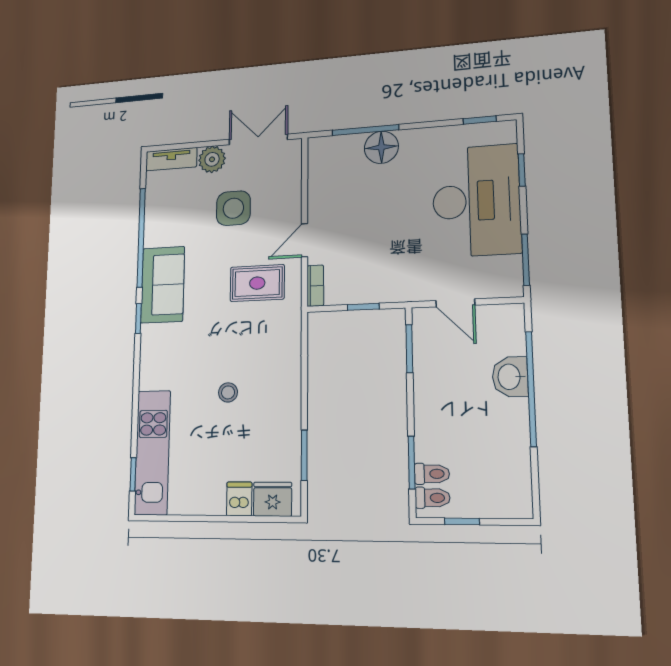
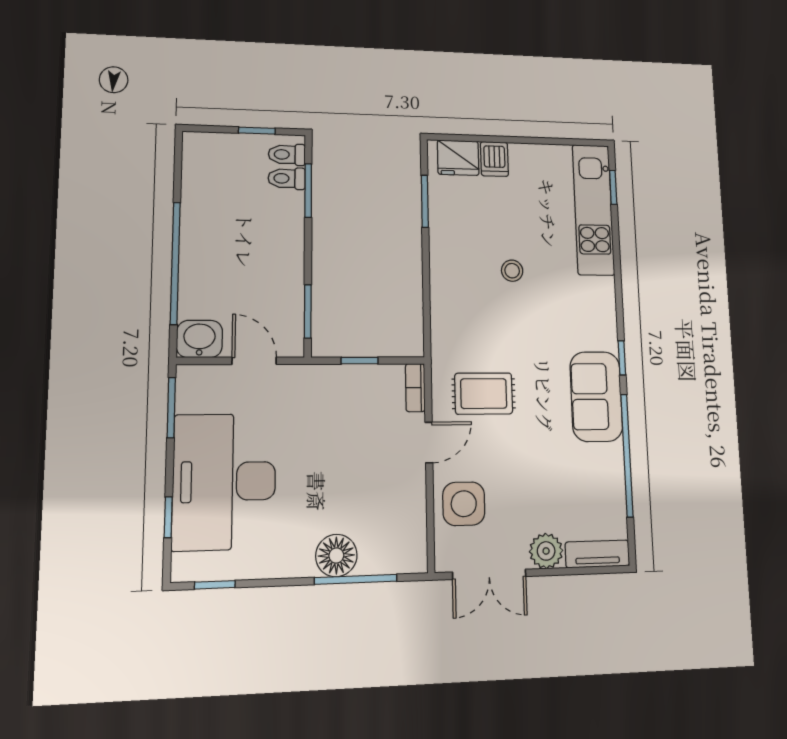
side table: (233, 208) -> (464, 504), moved
washbasin: (510, 377) -> (199, 339), moved, turned -90

